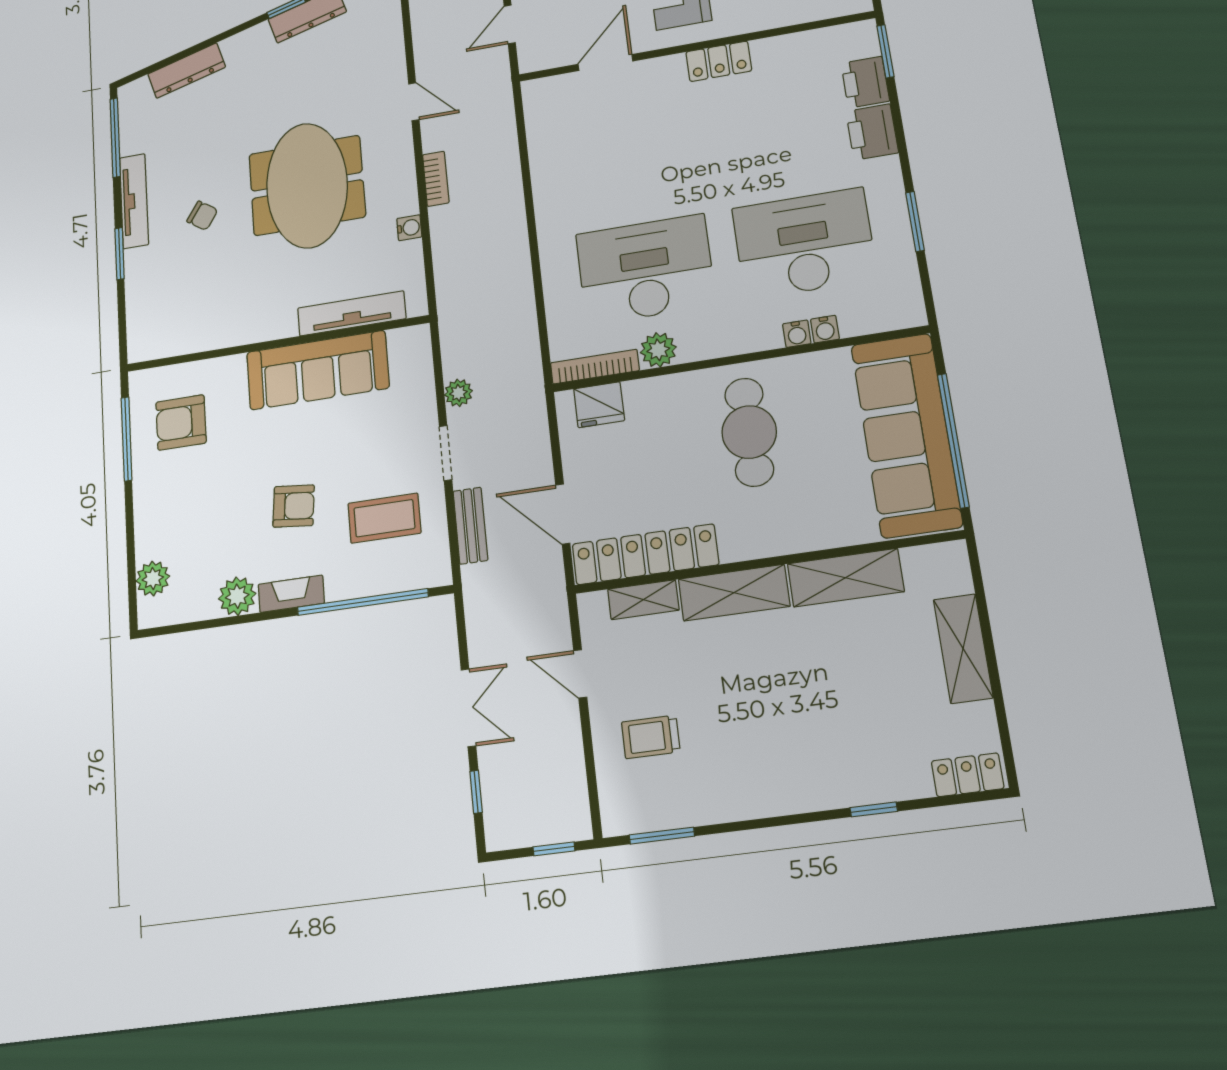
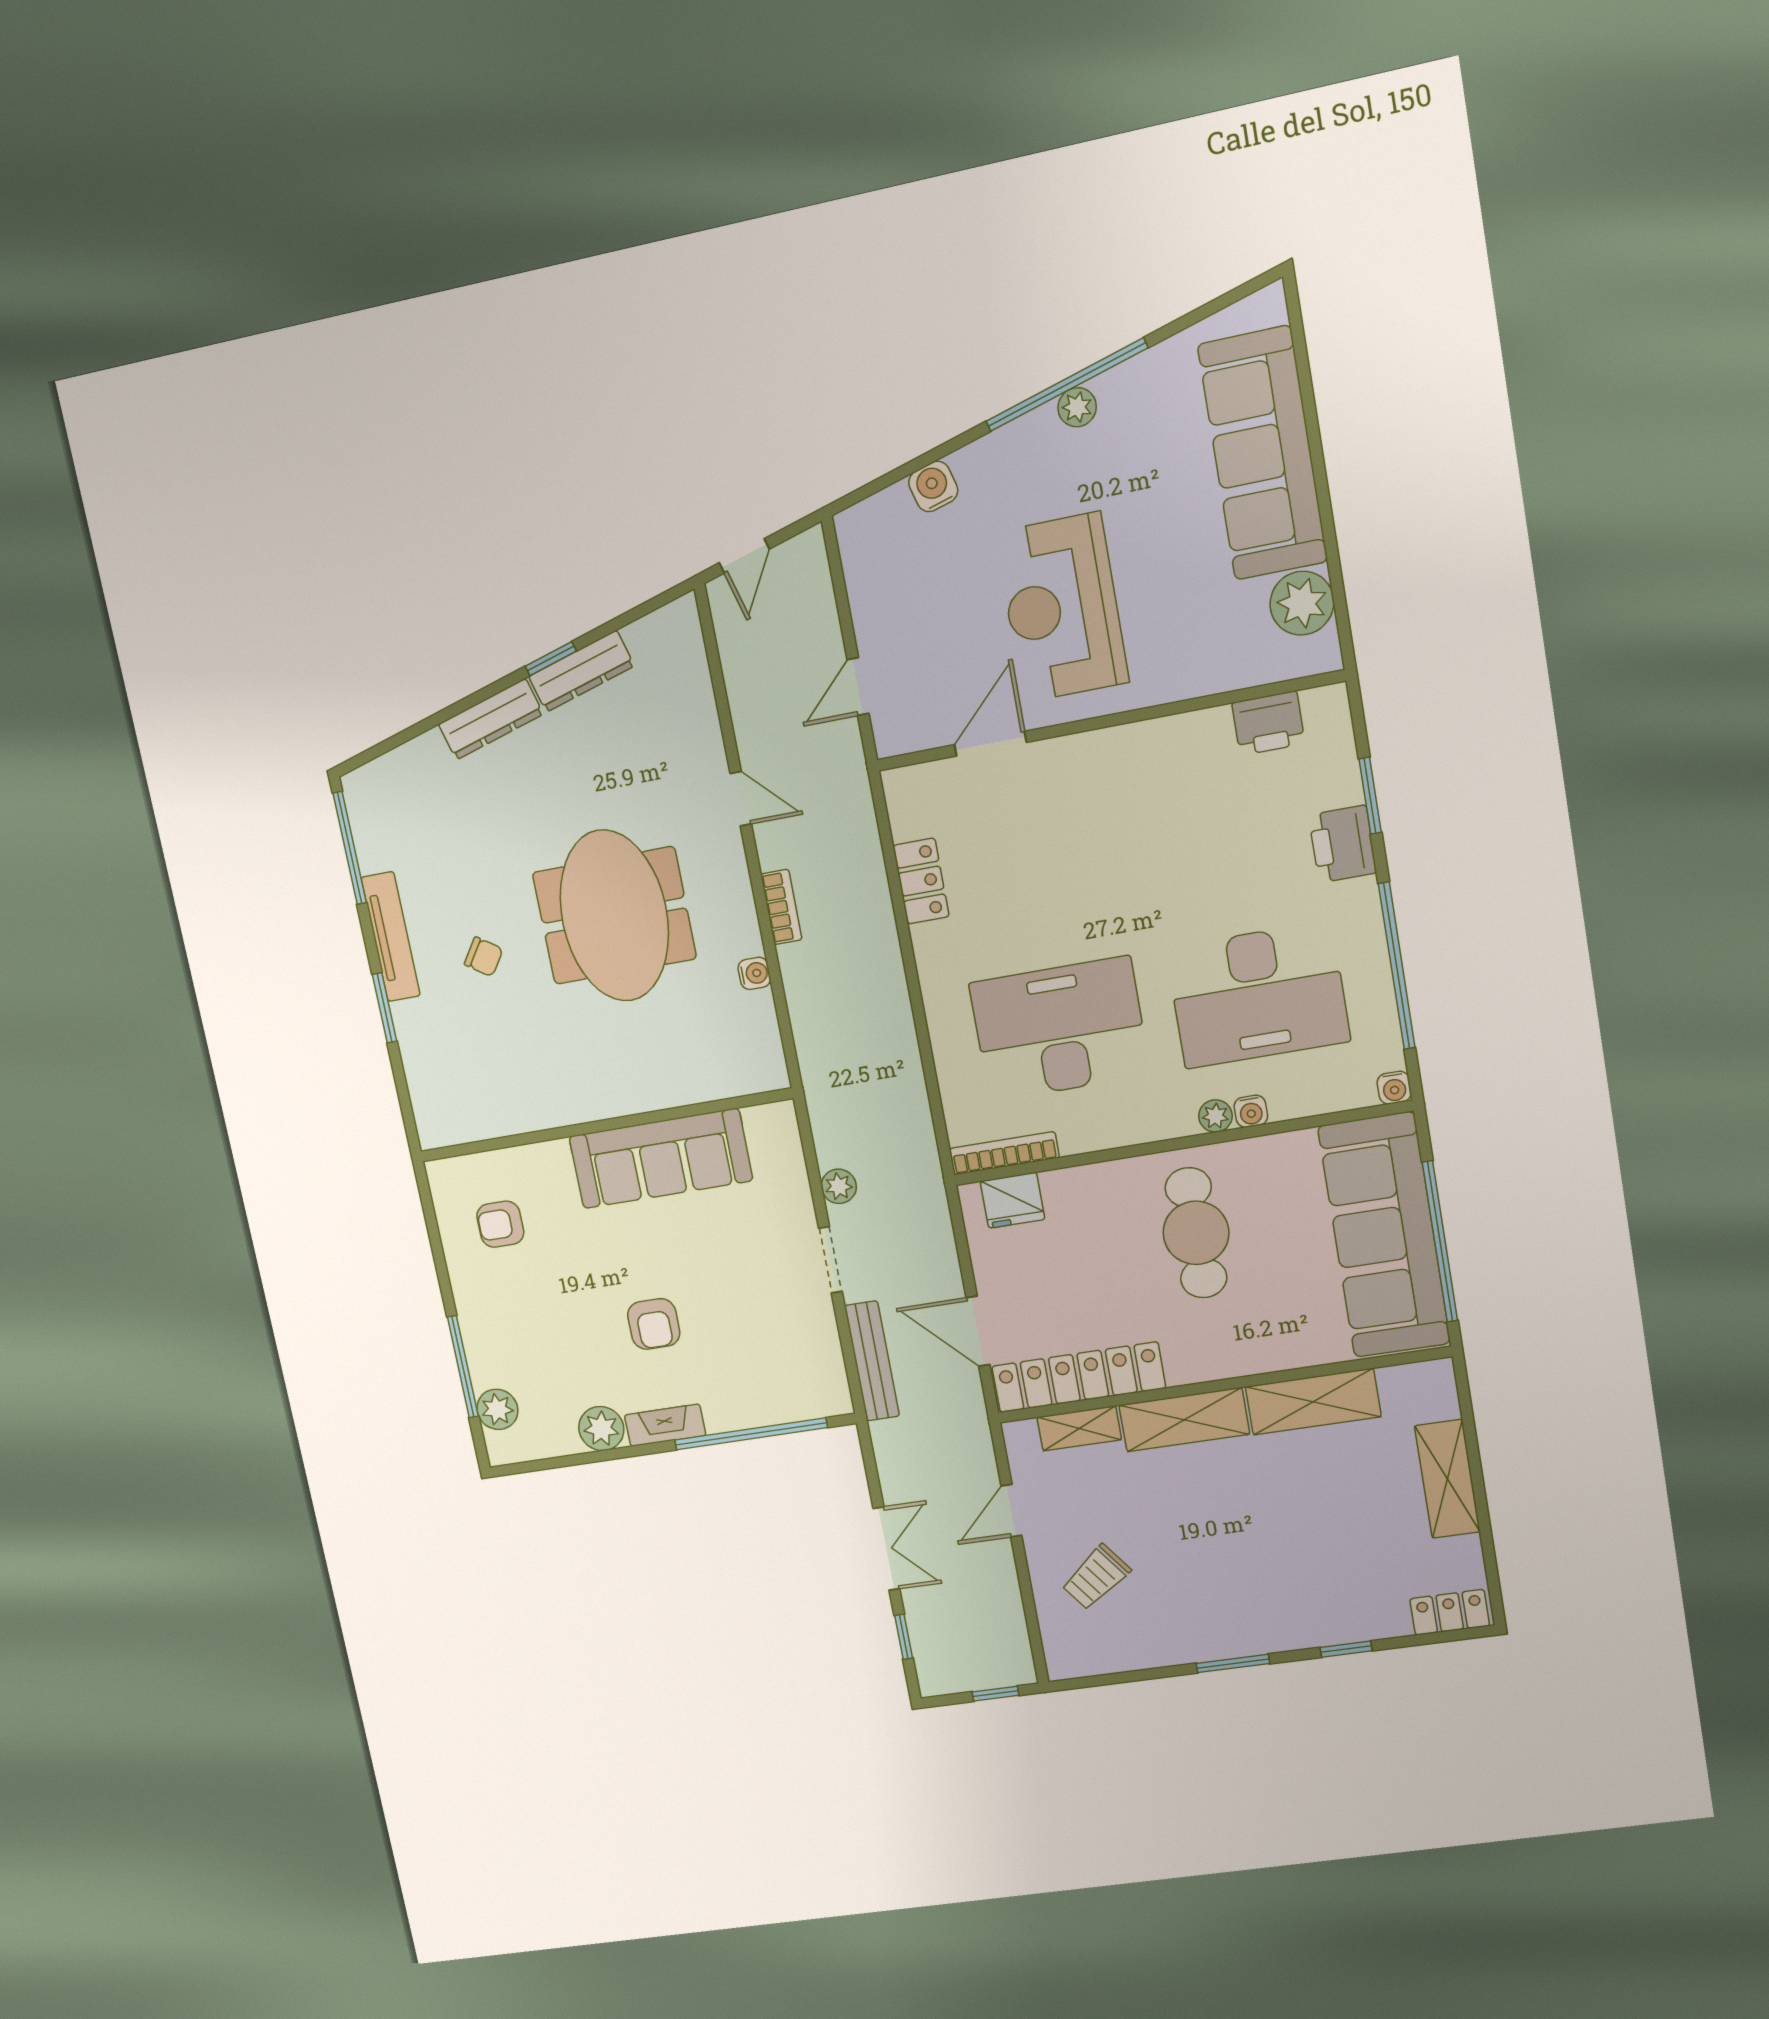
window: (885, 51) -> (1370, 796), moved
locker: (719, 61) -> (921, 881), moved, turned -90
dresser: (187, 70) -> (491, 719), moved
printer: (865, 82) -> (1268, 723), moved, turned -90
window: (915, 221) -> (1397, 966), width x2.11
desk: (804, 243) -> (1258, 995), turned 180
tv unit: (352, 313) -> (694, 1086), removed
water cooler: (825, 329) -> (1394, 1088), moved
plant: (658, 350) -> (1215, 1116), moved, width x0.73, depth x0.73
armchair: (181, 422) -> (500, 1224), width x0.72, depth x0.72
window: (127, 439) -> (463, 1367), moved
armchair: (294, 506) -> (654, 1324), turned 84
coffee table: (384, 518) -> (765, 1337), removed
bench: (470, 526) -> (872, 1361), width x1.36
door: (580, 674) -> (1011, 1511), hinge flipped
trolley: (651, 737) -> (1096, 1577), turned -37
window: (662, 836) -> (1233, 1663), moved

